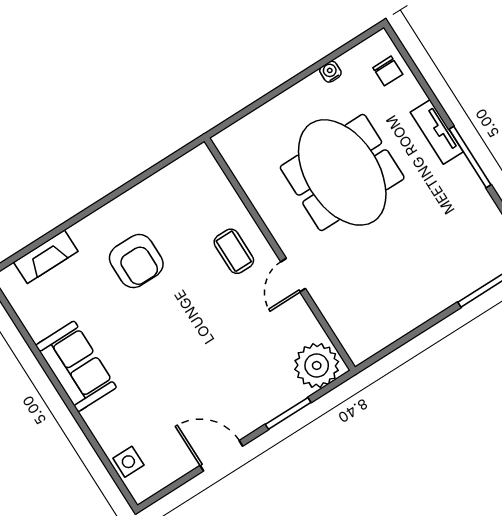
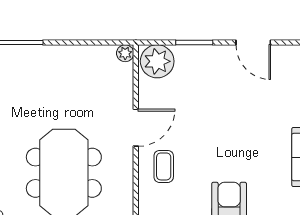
door: (293, 275) -> (136, 128), width x1.38
plant: (359, 352) -> (125, 53), added

